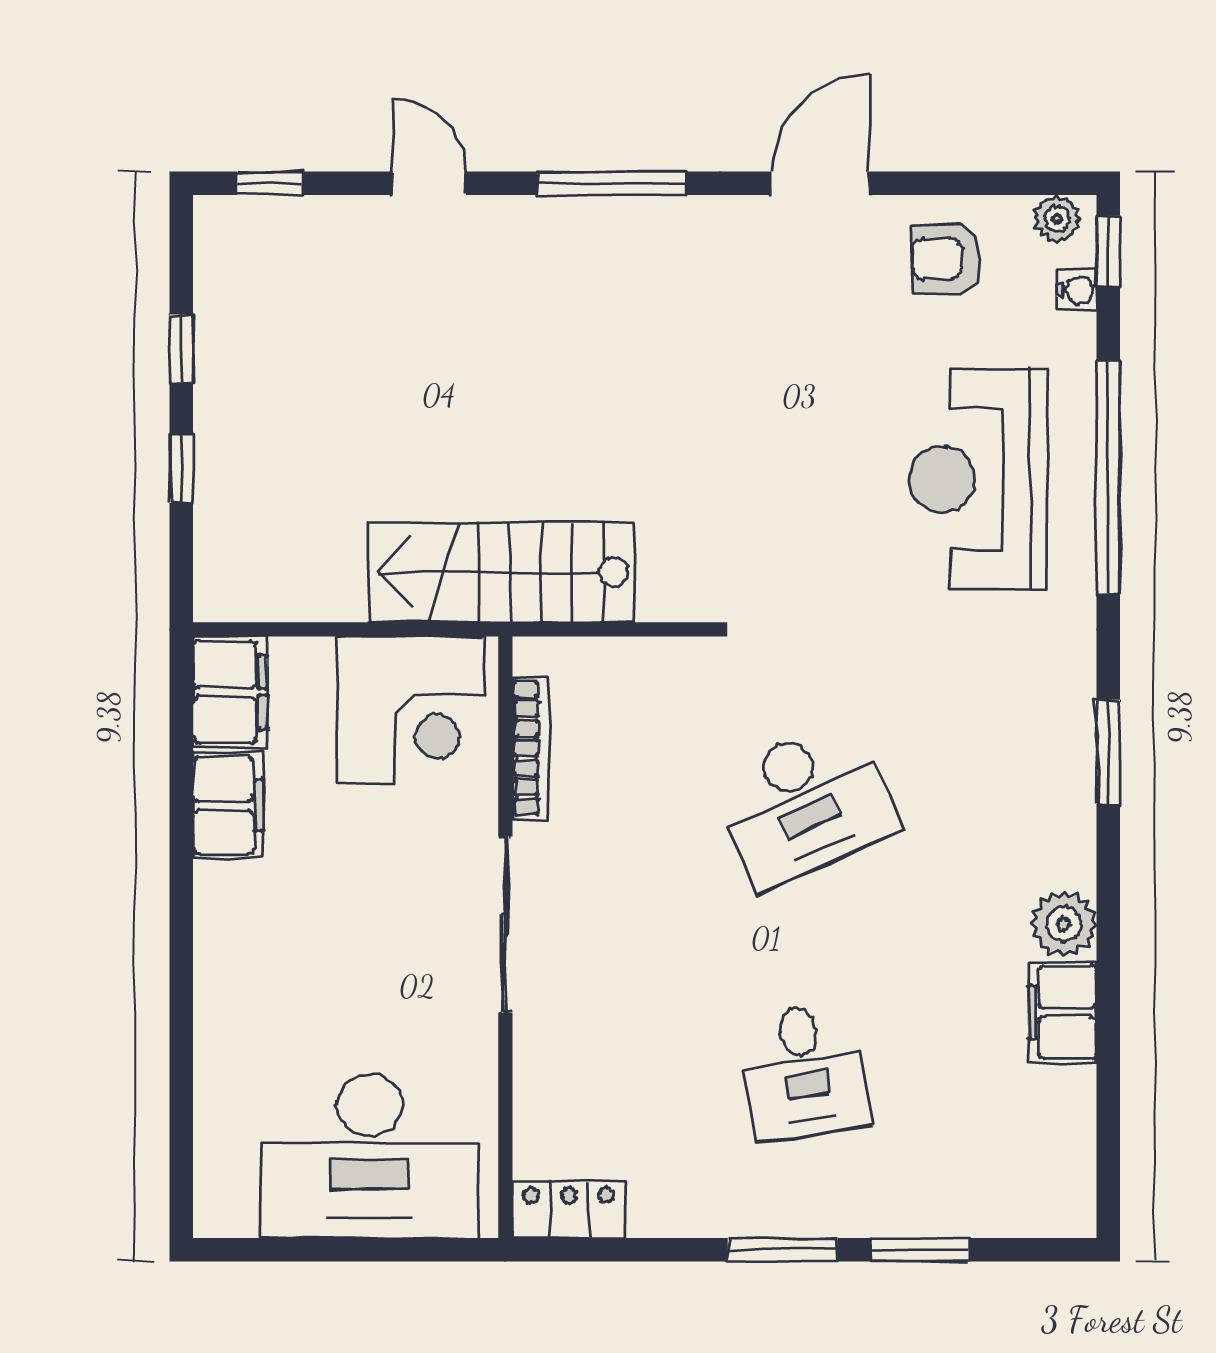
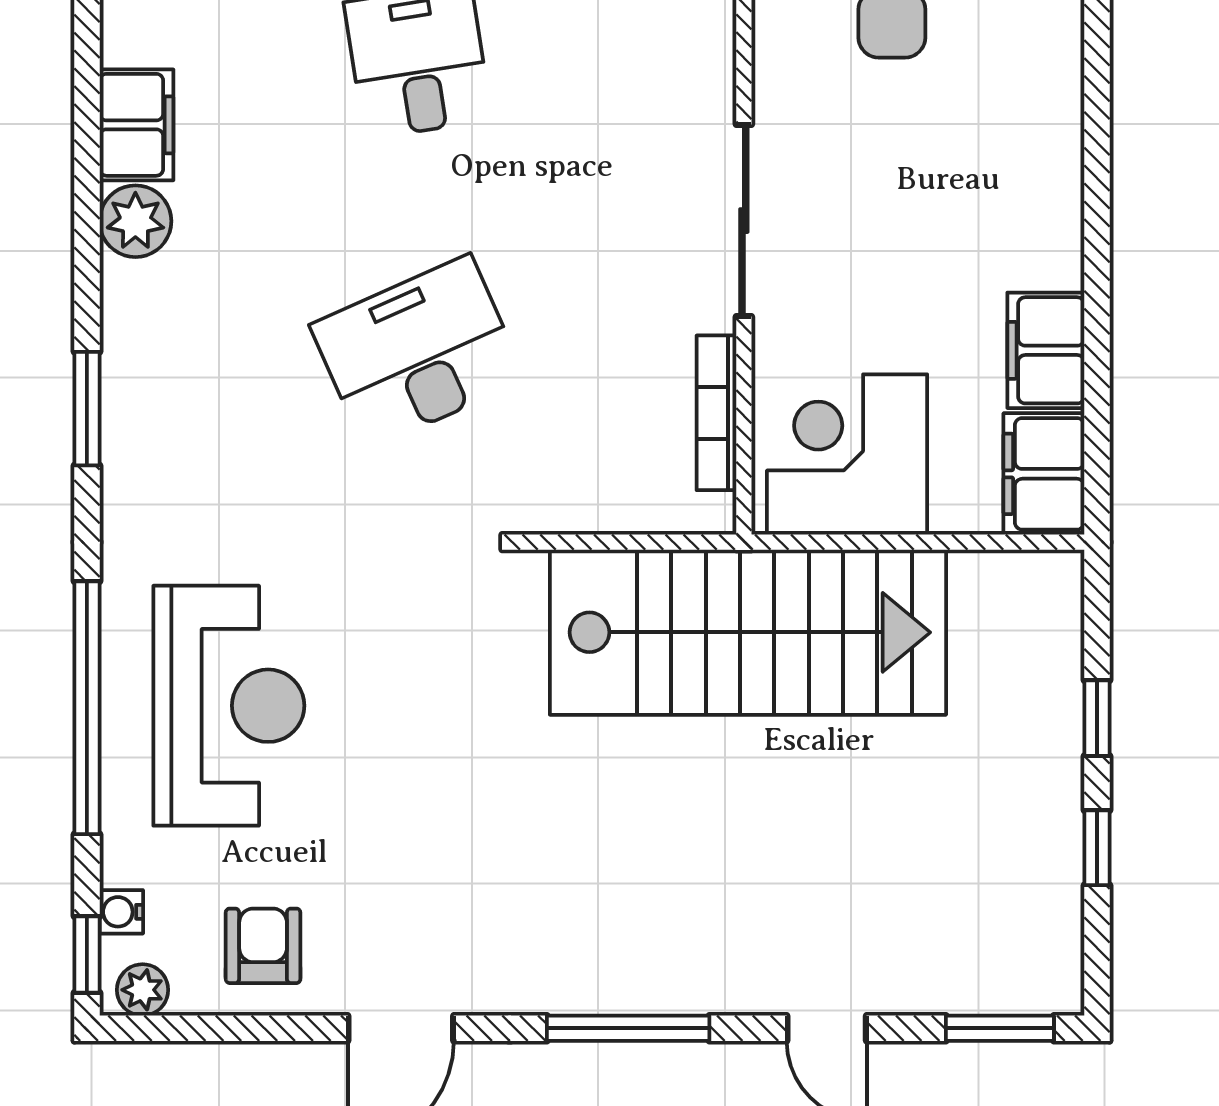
window: (270, 183) -> (1000, 1028), width x1.50
armchair: (947, 259) -> (263, 946), turned -90
stairs: (502, 572) -> (748, 632), width x1.36, depth x1.51

